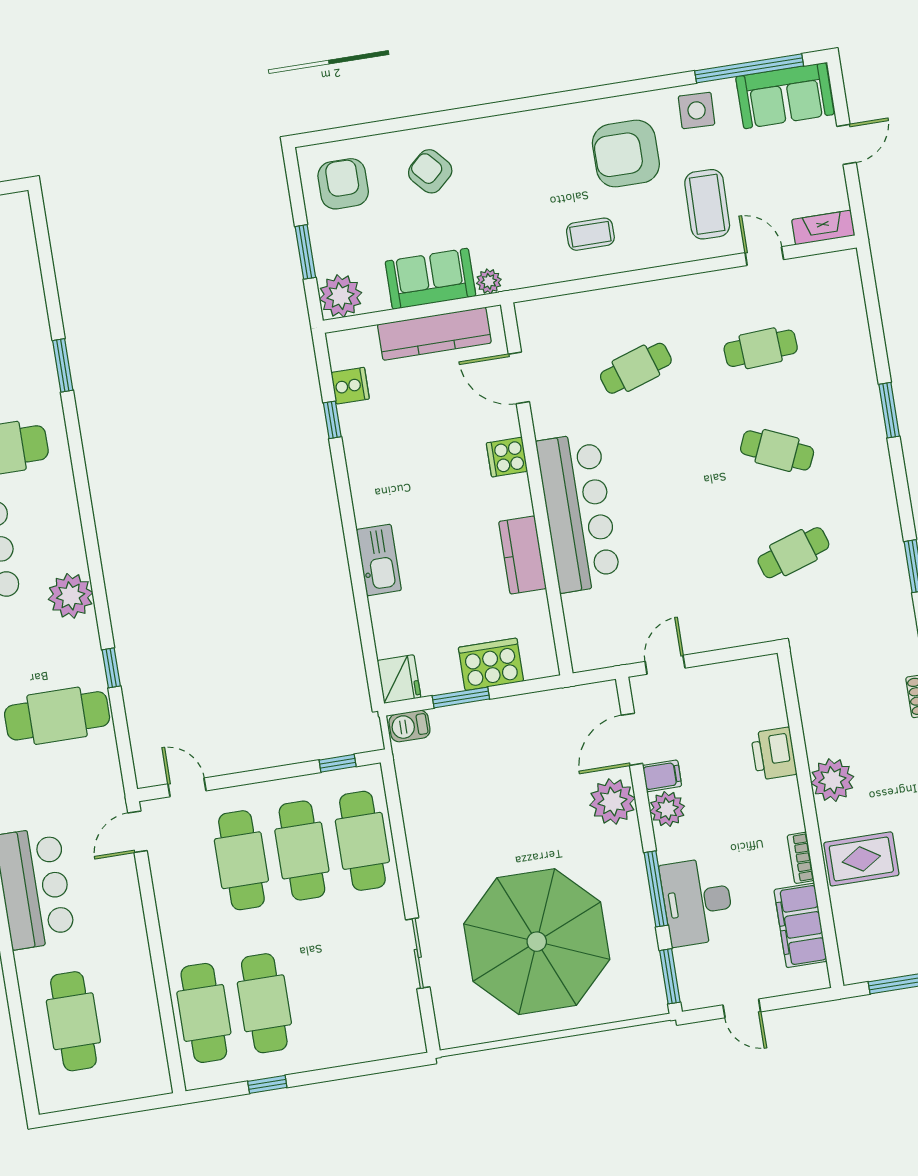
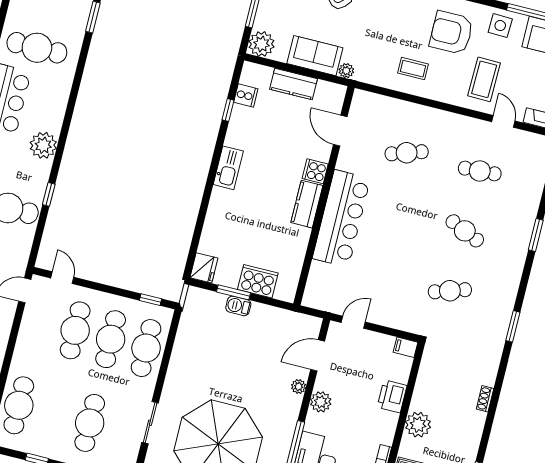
kitchen counter: (434, 334) -> (294, 84), width x0.67
kitchen counter: (522, 555) -> (307, 204), moved
kitchen sink: (379, 560) -> (228, 168), moved
barbecue: (409, 726) -> (238, 306), moved
filing cabinet: (662, 776) -> (406, 347), moved, turned 180
plant: (612, 802) -> (299, 386), width x0.53, depth x0.53
cafe table: (264, 1003) -> (90, 423), moved

